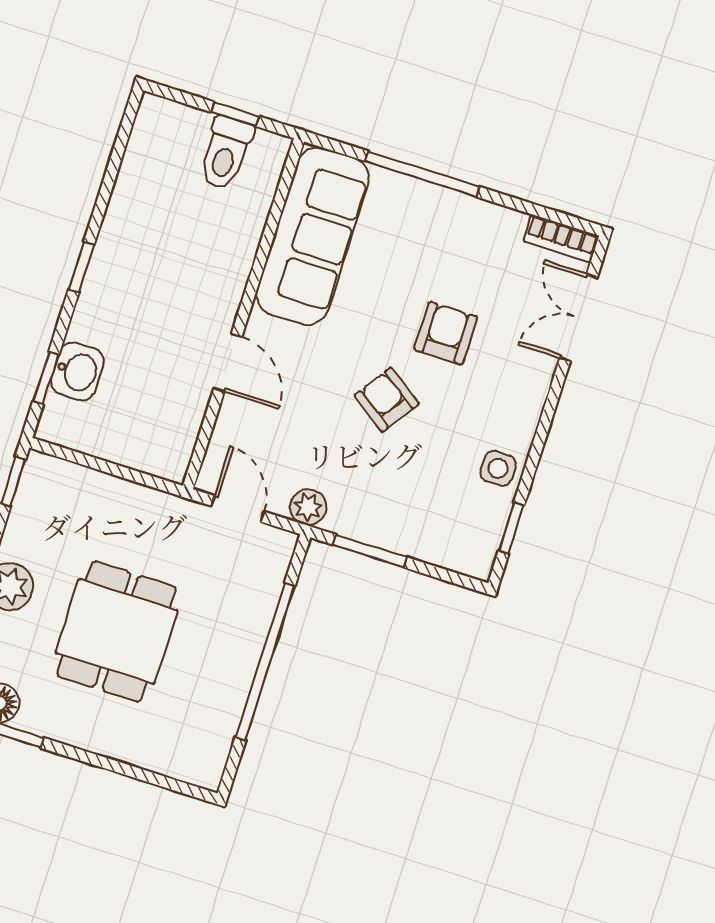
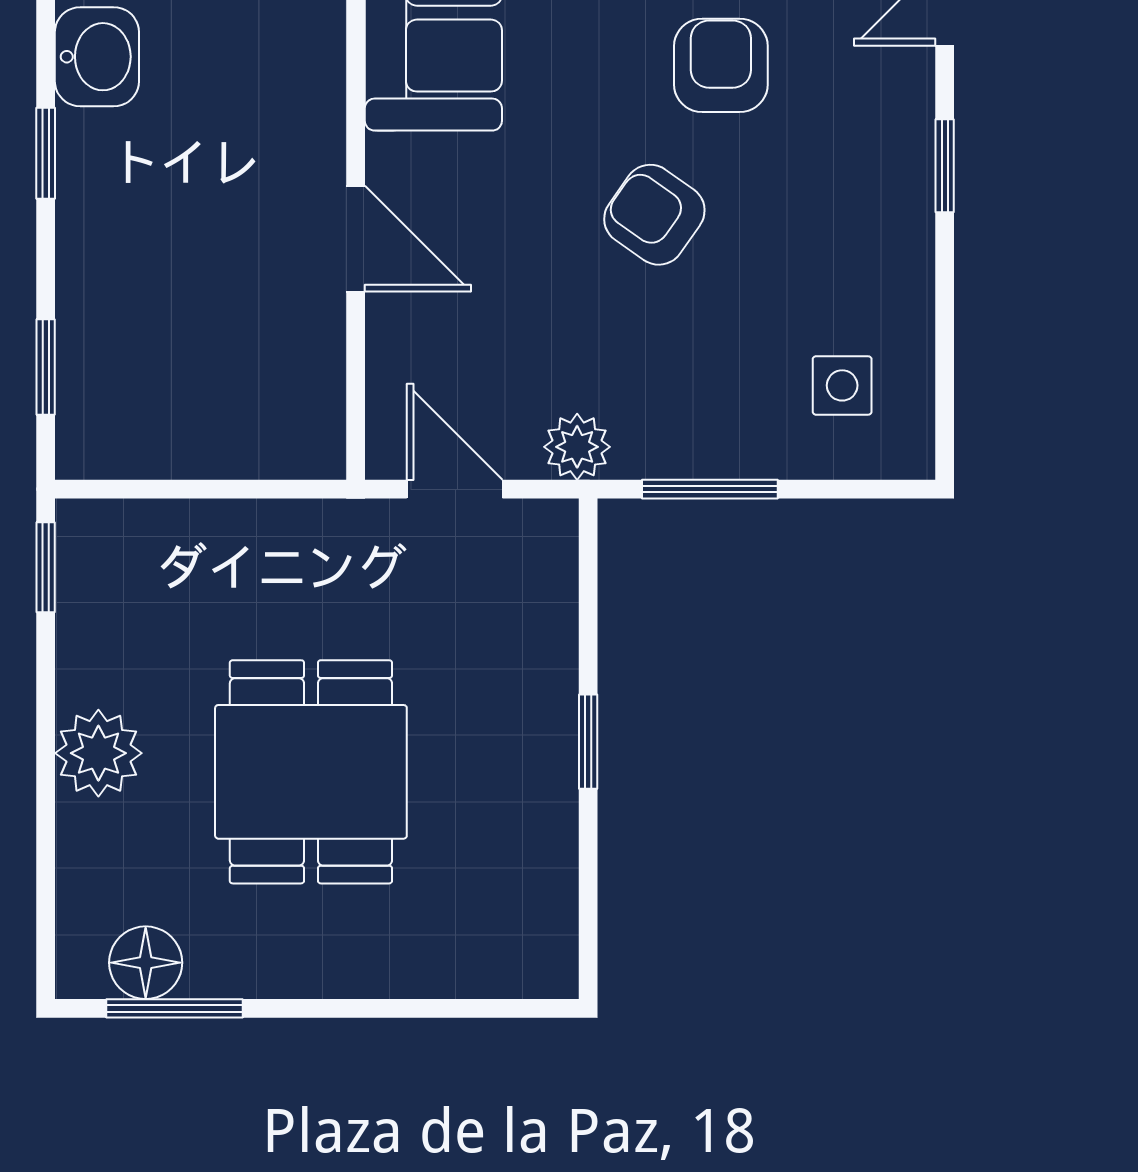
washbasin: (77, 371) -> (97, 57), moved
side table: (498, 468) -> (842, 385), moved
window: (511, 528) -> (945, 166), moved
window: (265, 662) -> (588, 742), width x0.32

